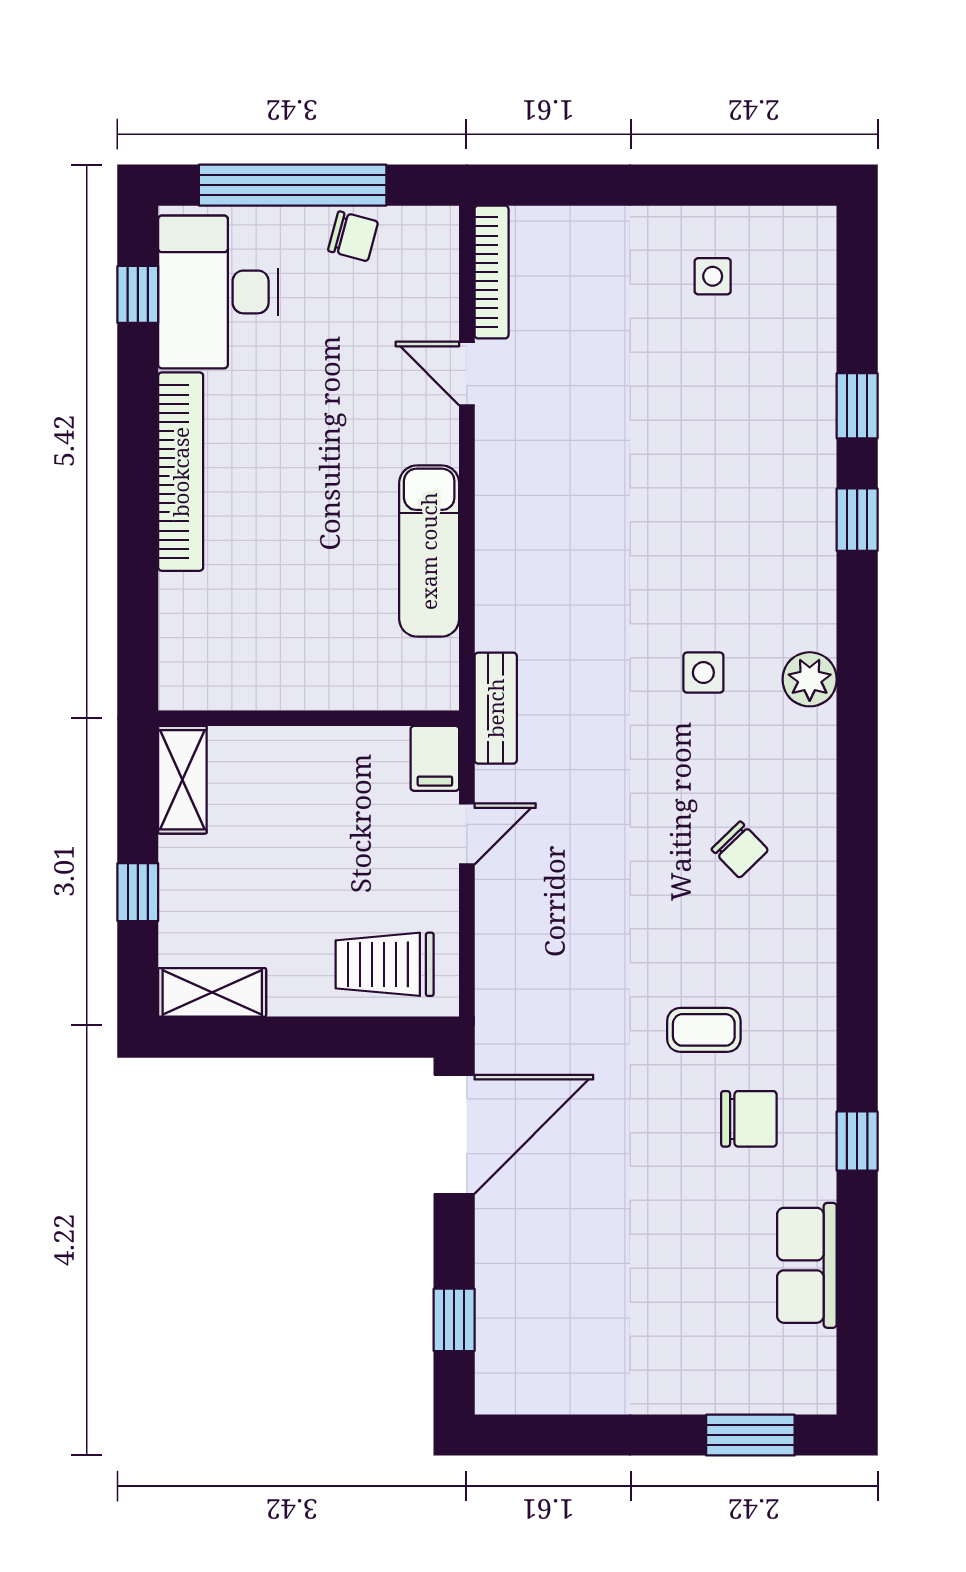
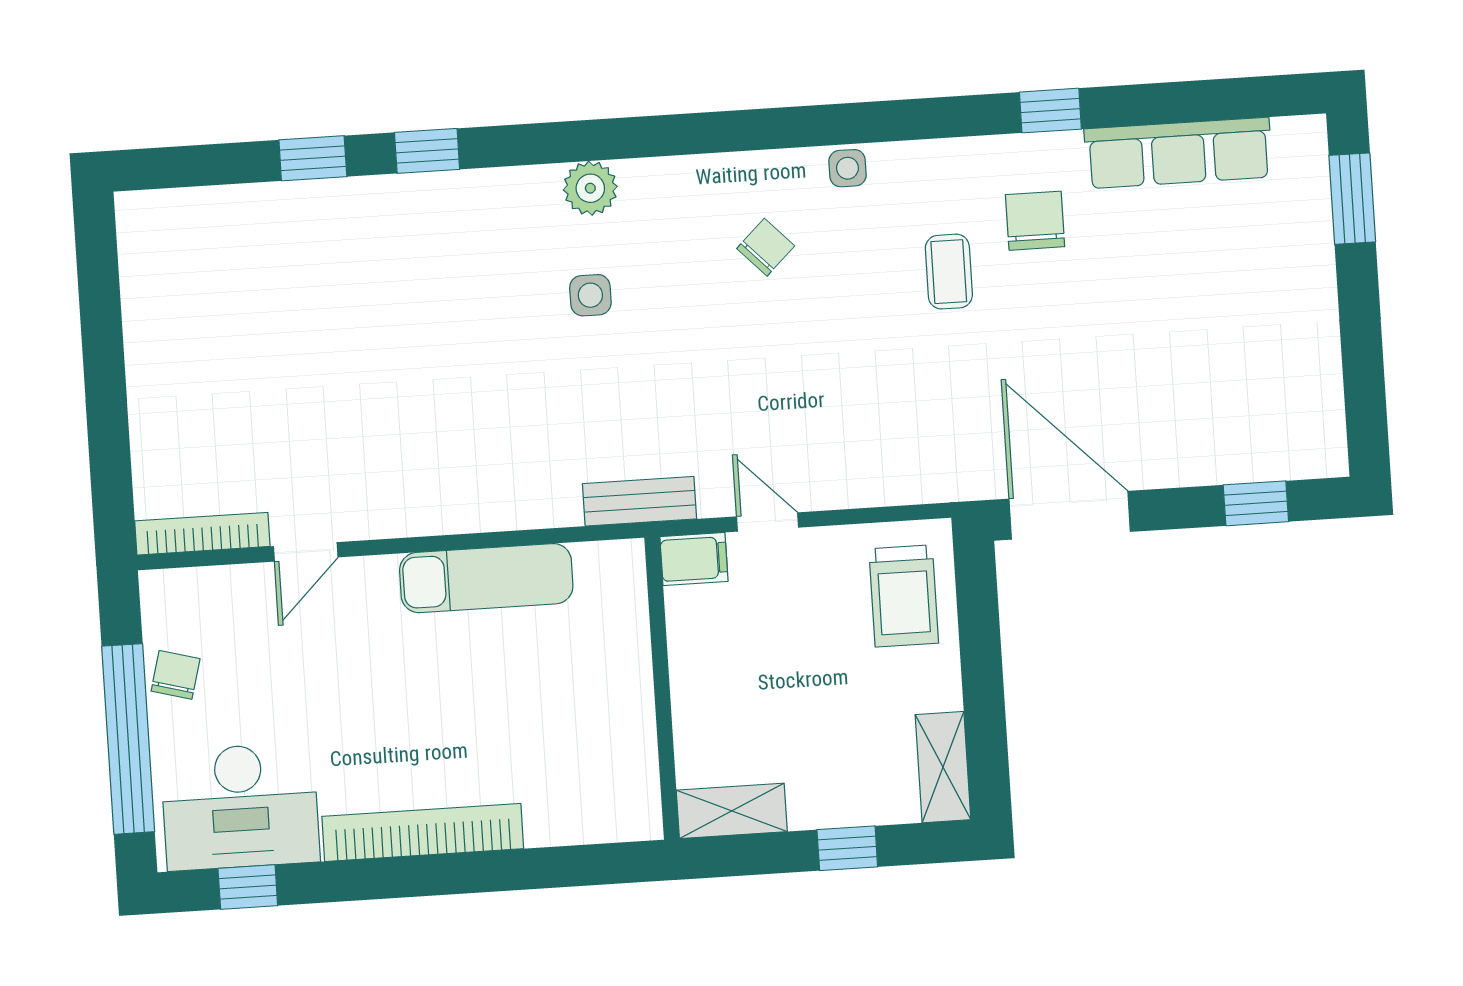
side table: (713, 276) -> (847, 168), moved
row of seats: (807, 1265) -> (1178, 153), width x1.48

